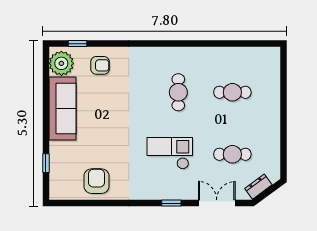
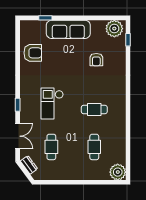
plant: (269, 58) -> (118, 172), added
armchair: (100, 65) -> (96, 60), moved
sofa: (62, 109) -> (68, 29), moved
checkout: (170, 153) -> (52, 104), turned 180

